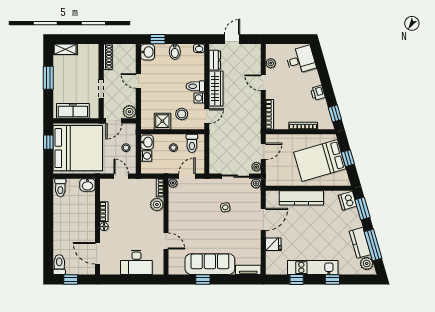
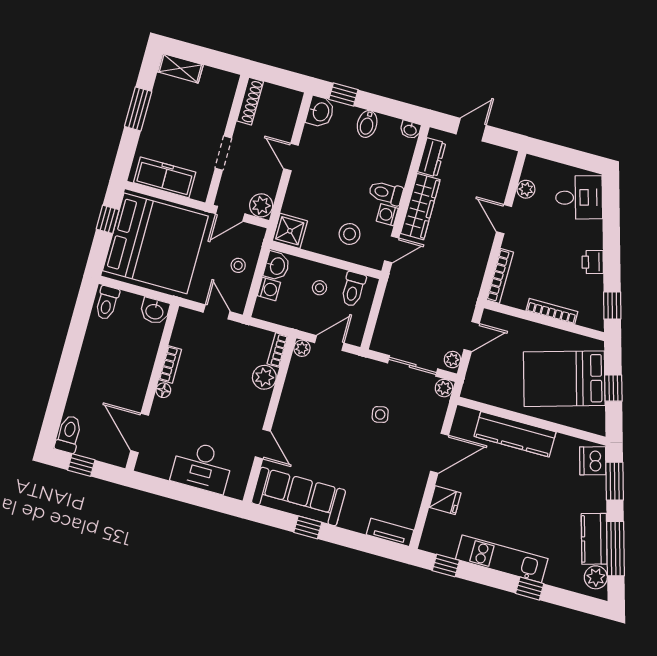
shower: (162, 121) -> (290, 231), moved
sofa: (210, 264) -> (298, 497), moved
window: (297, 279) -> (446, 565), moved

